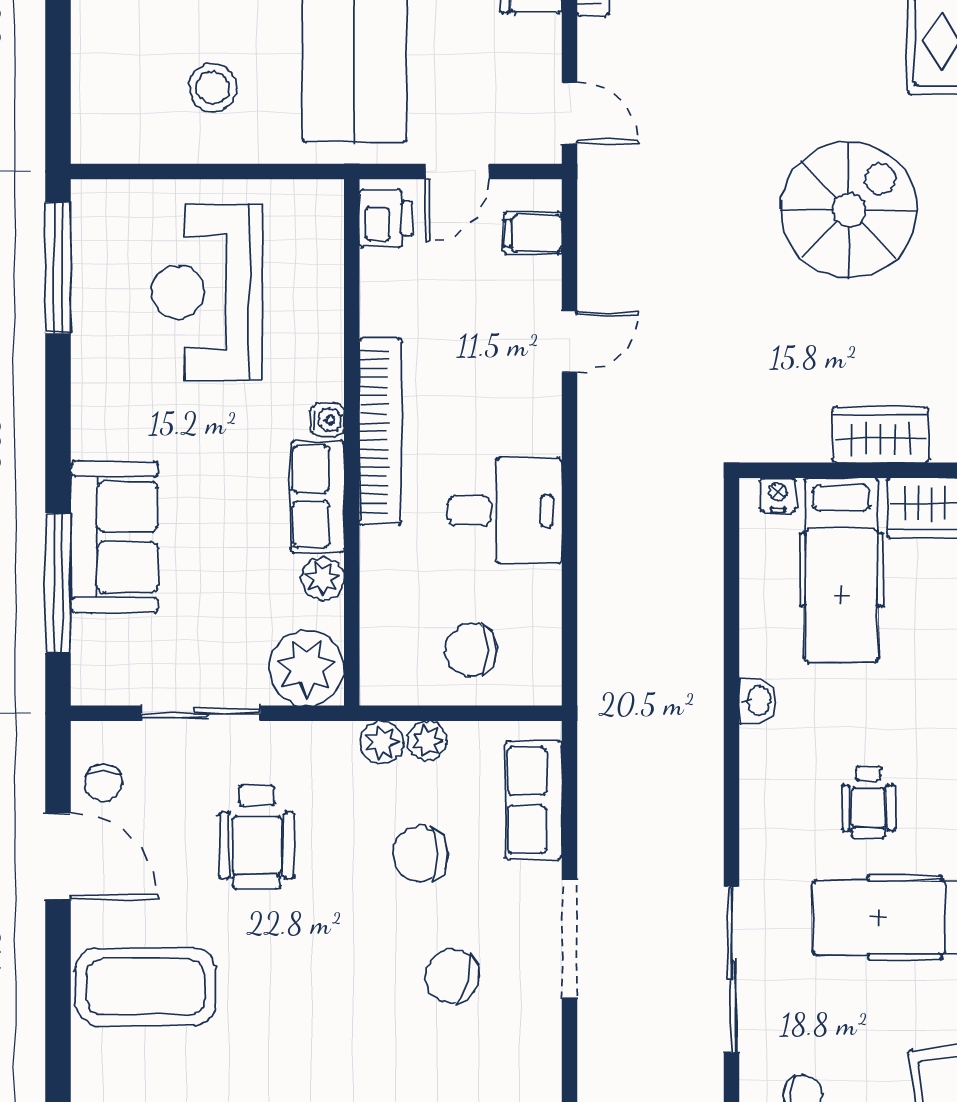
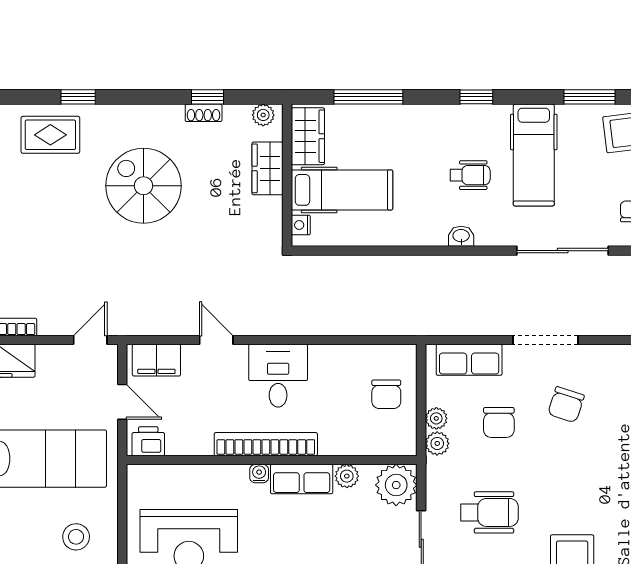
filing cabinet: (533, 233) -> (156, 360), width x2.00
desk: (505, 511) -> (278, 376), moved
washbasin: (758, 701) -> (461, 236), moved

